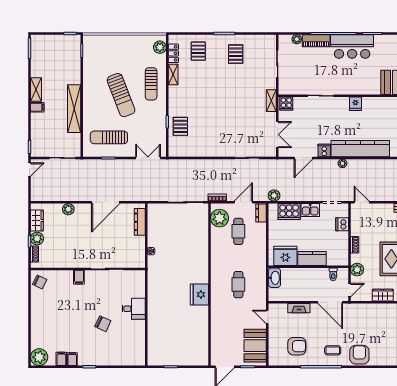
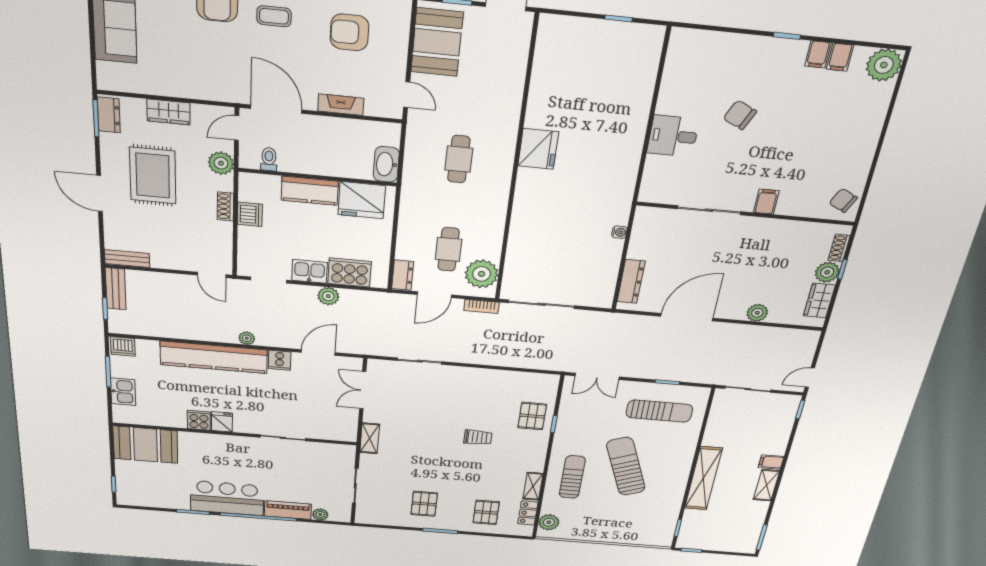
cooker: (286, 103) -> (199, 420), moved
trolley: (209, 108) -> (478, 437), added
shelving: (74, 109) -> (703, 478), moved
plant: (274, 195) -> (328, 296), moved
dishwasher: (342, 224) -> (250, 214), moved

